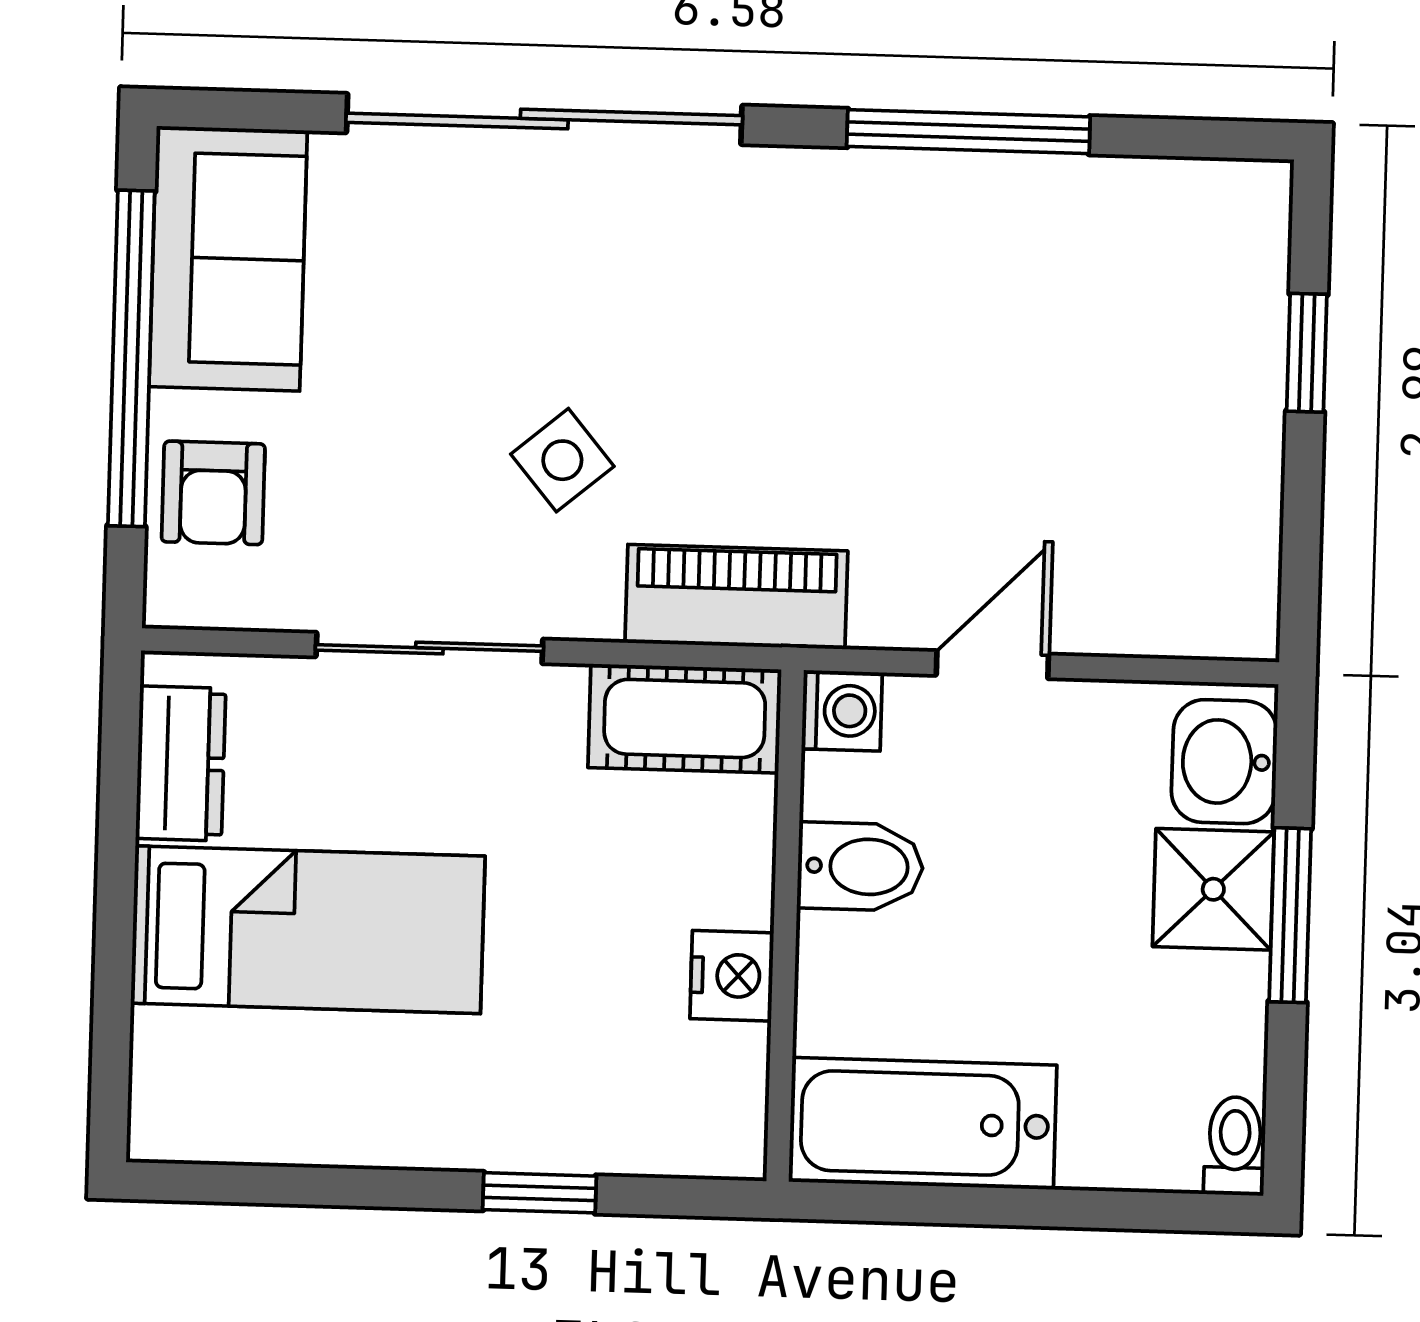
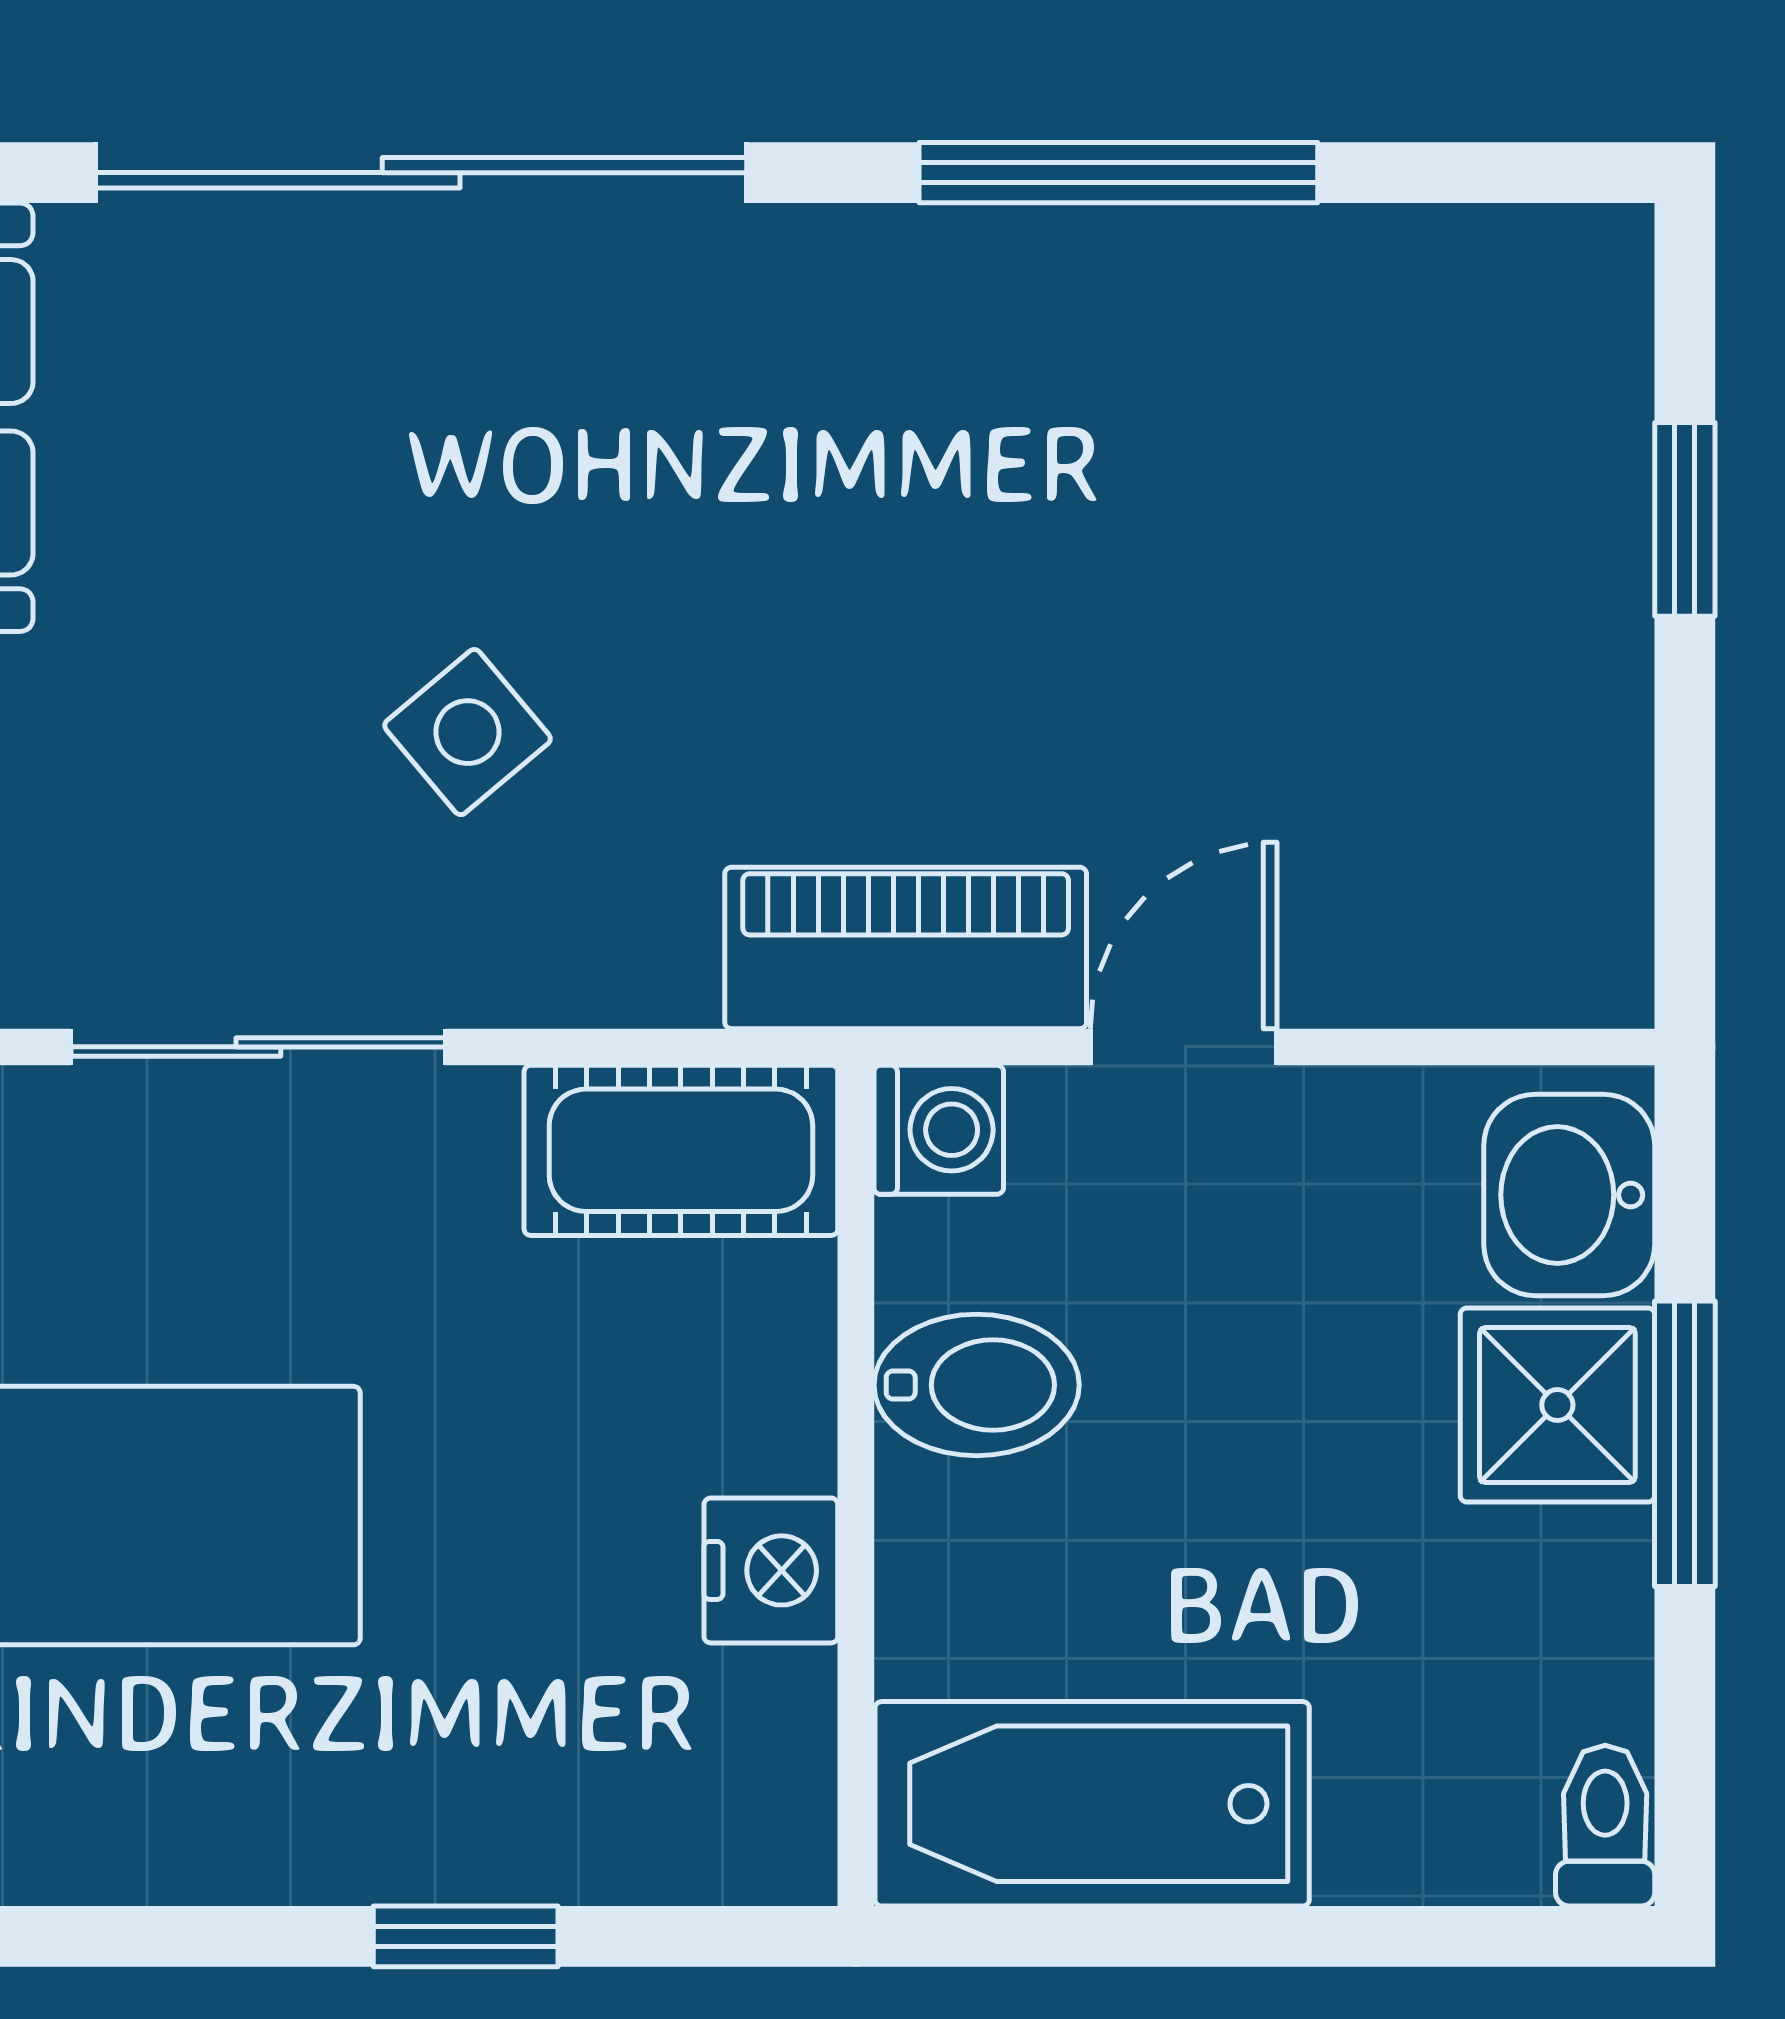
piano: (736, 597) -> (906, 948), moved

